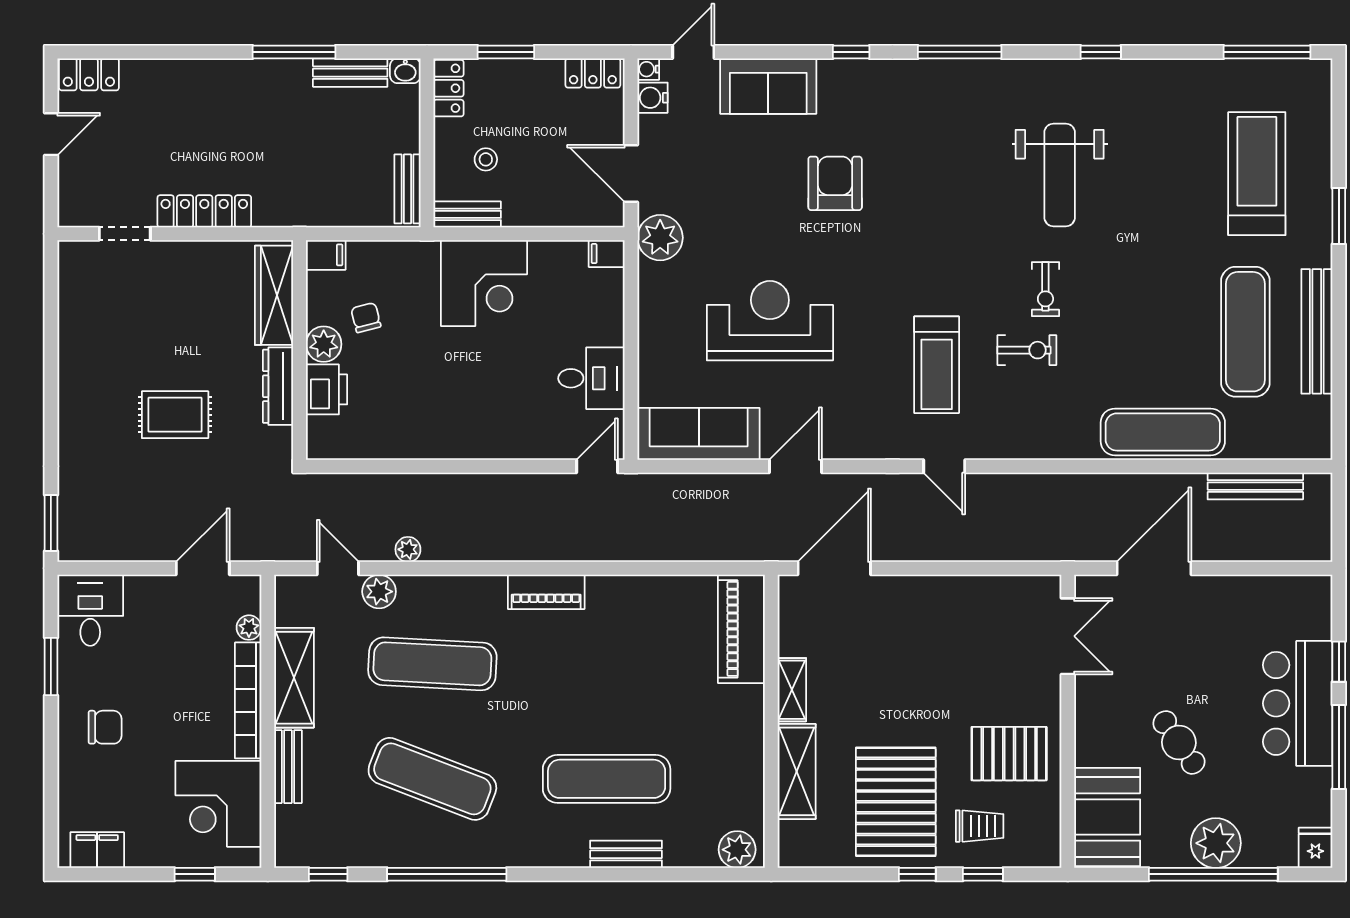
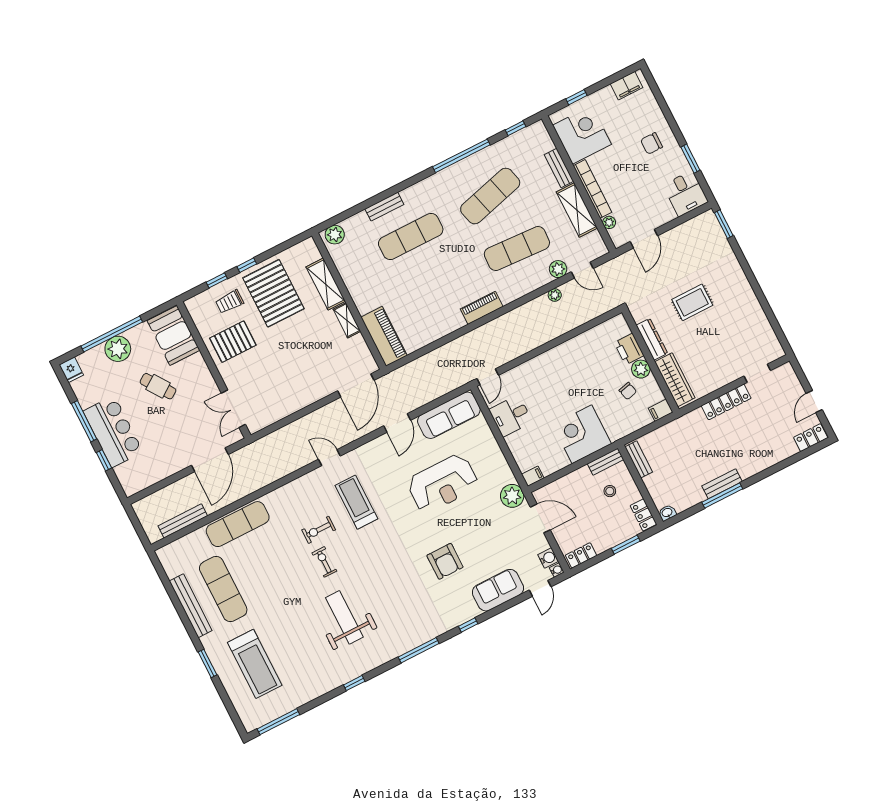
bench: (350, 73) -> (722, 484), moved
exercise mat: (432, 779) -> (490, 196), turned -36

